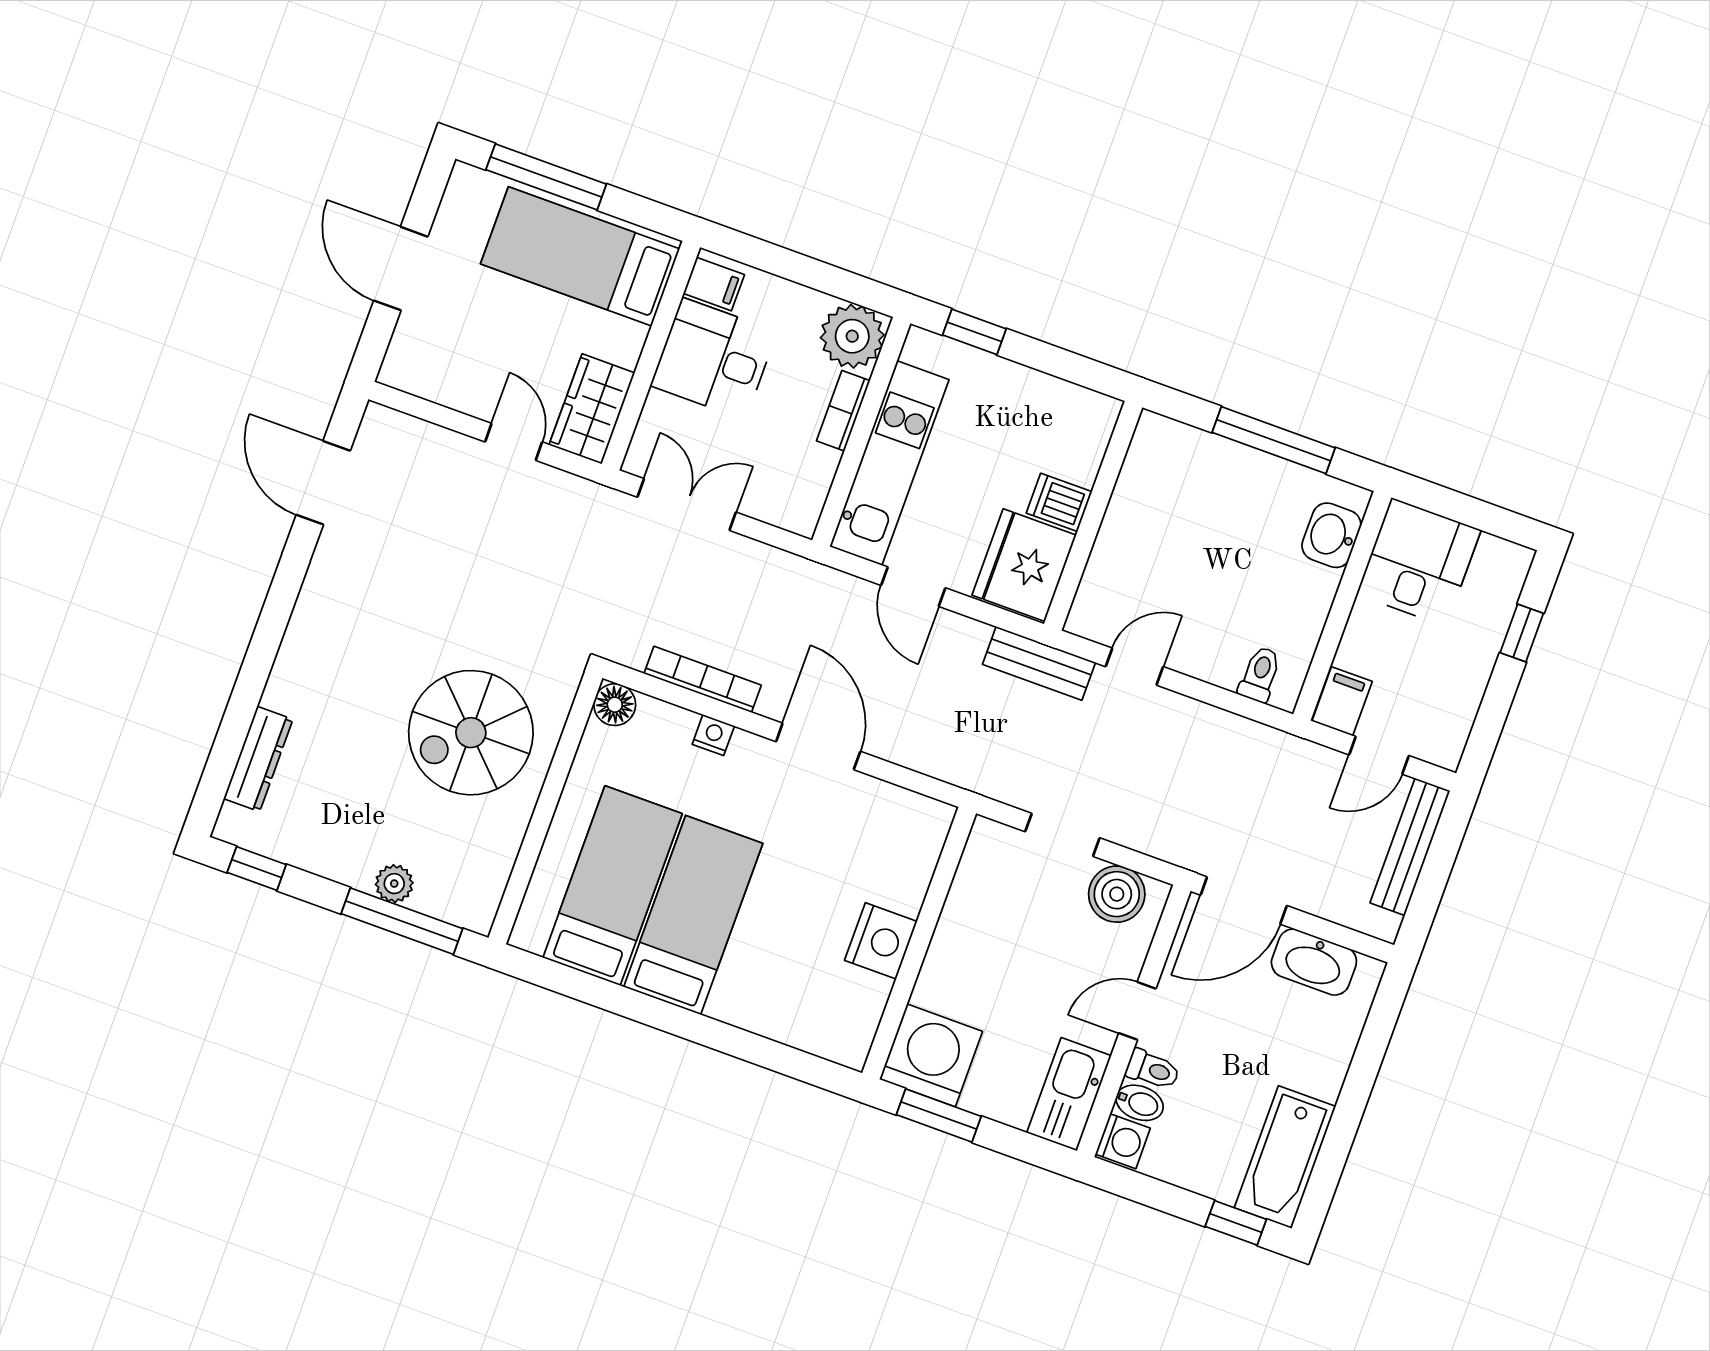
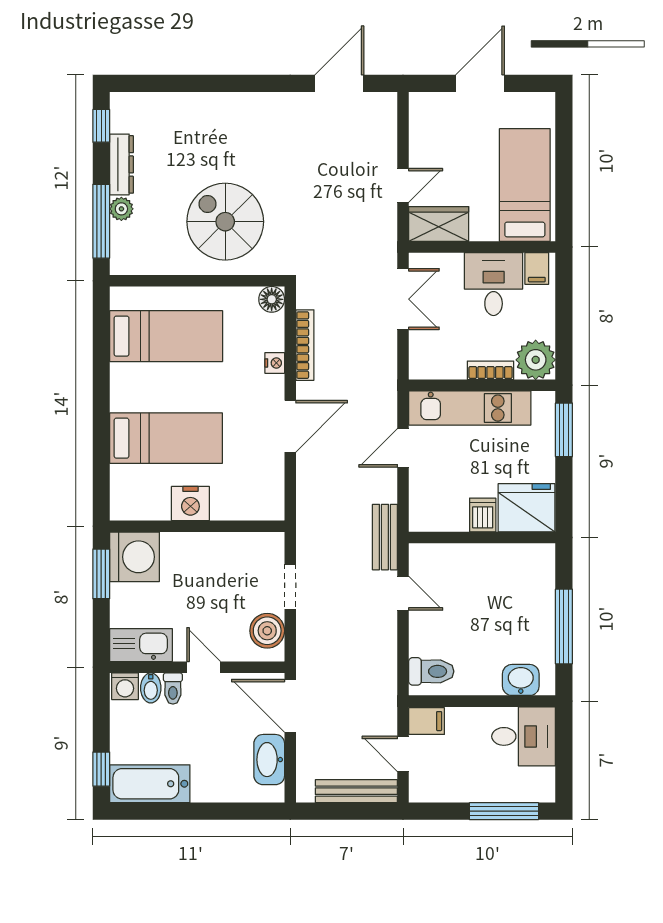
window: (546, 177) -> (564, 149), removed
window: (974, 332) -> (564, 430), width x1.50
fridge: (1024, 565) -> (526, 508), moved
window: (1522, 633) -> (504, 811), width x2.17
toilet: (1260, 674) -> (431, 671), width x1.37, depth x1.39
dresser: (258, 759) -> (122, 164), moved, turned -90
bed: (693, 915) -> (166, 438), moved

